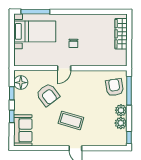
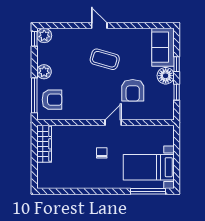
wardrobe: (121, 34) -> (44, 144), moved
floor lamp: (21, 83) -> (166, 76), moved
armchair: (114, 87) -> (52, 100), turned -81
armchair: (48, 95) -> (133, 90), turned -143
plant: (121, 123) -> (44, 35), moved

